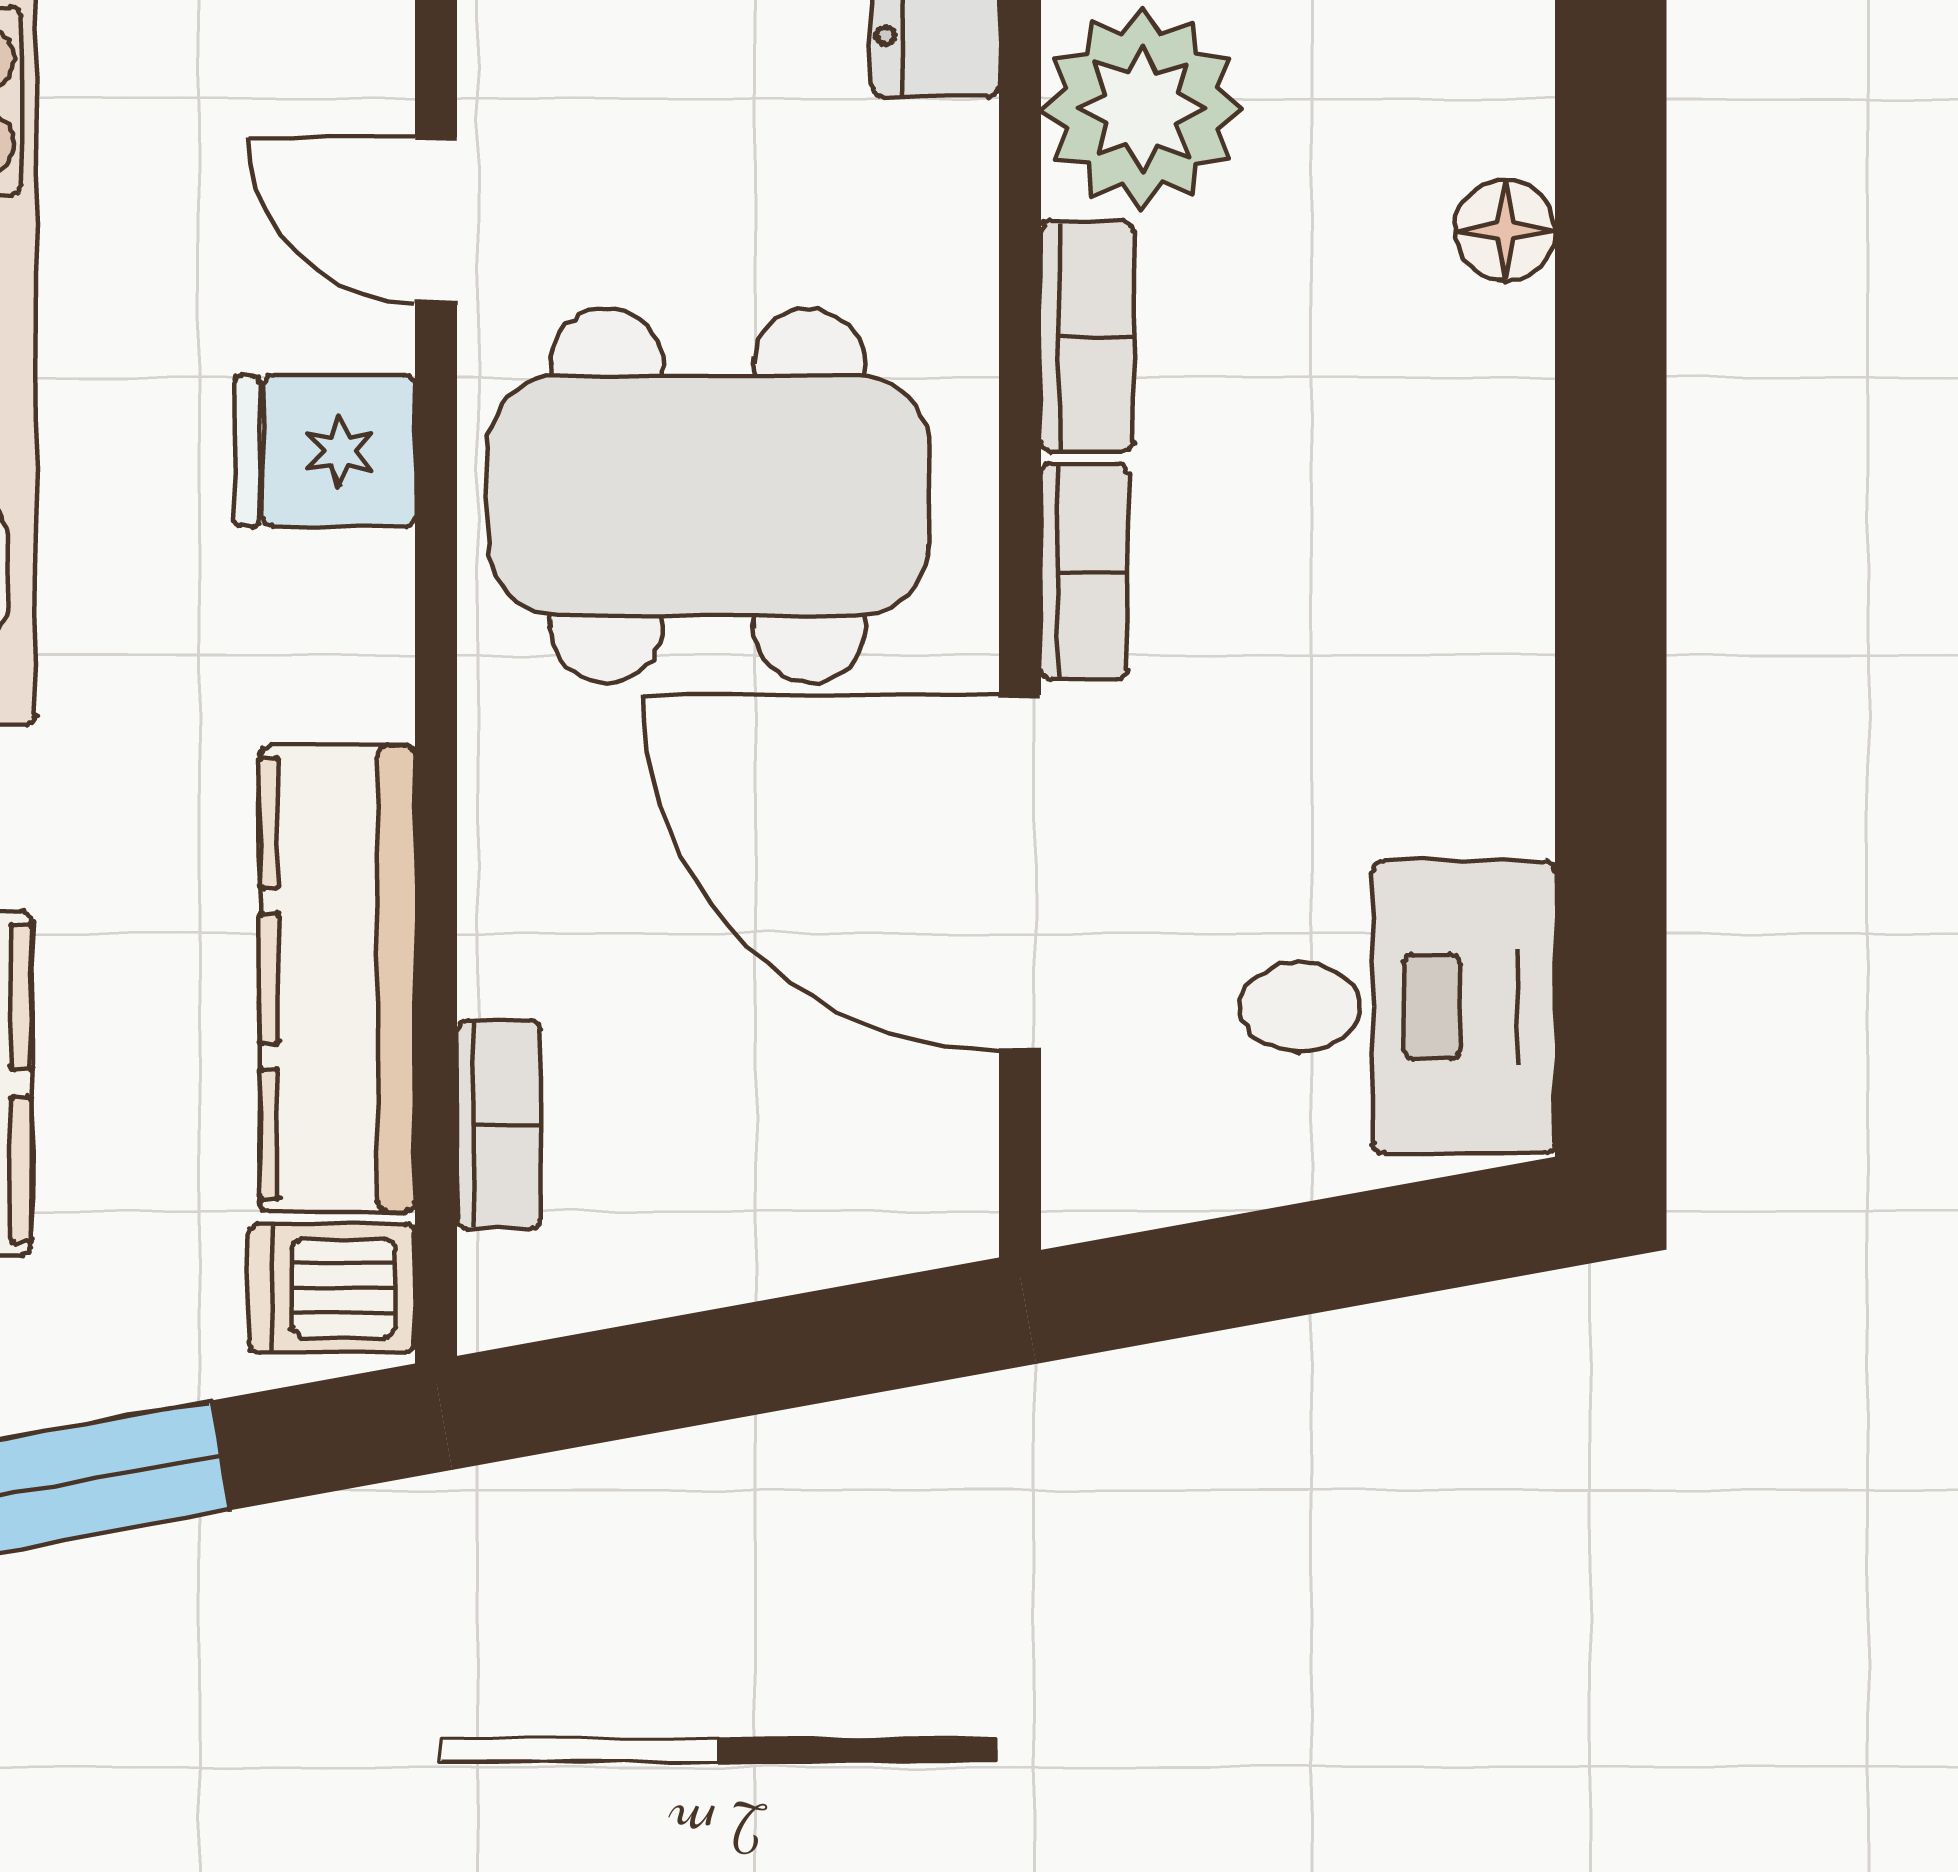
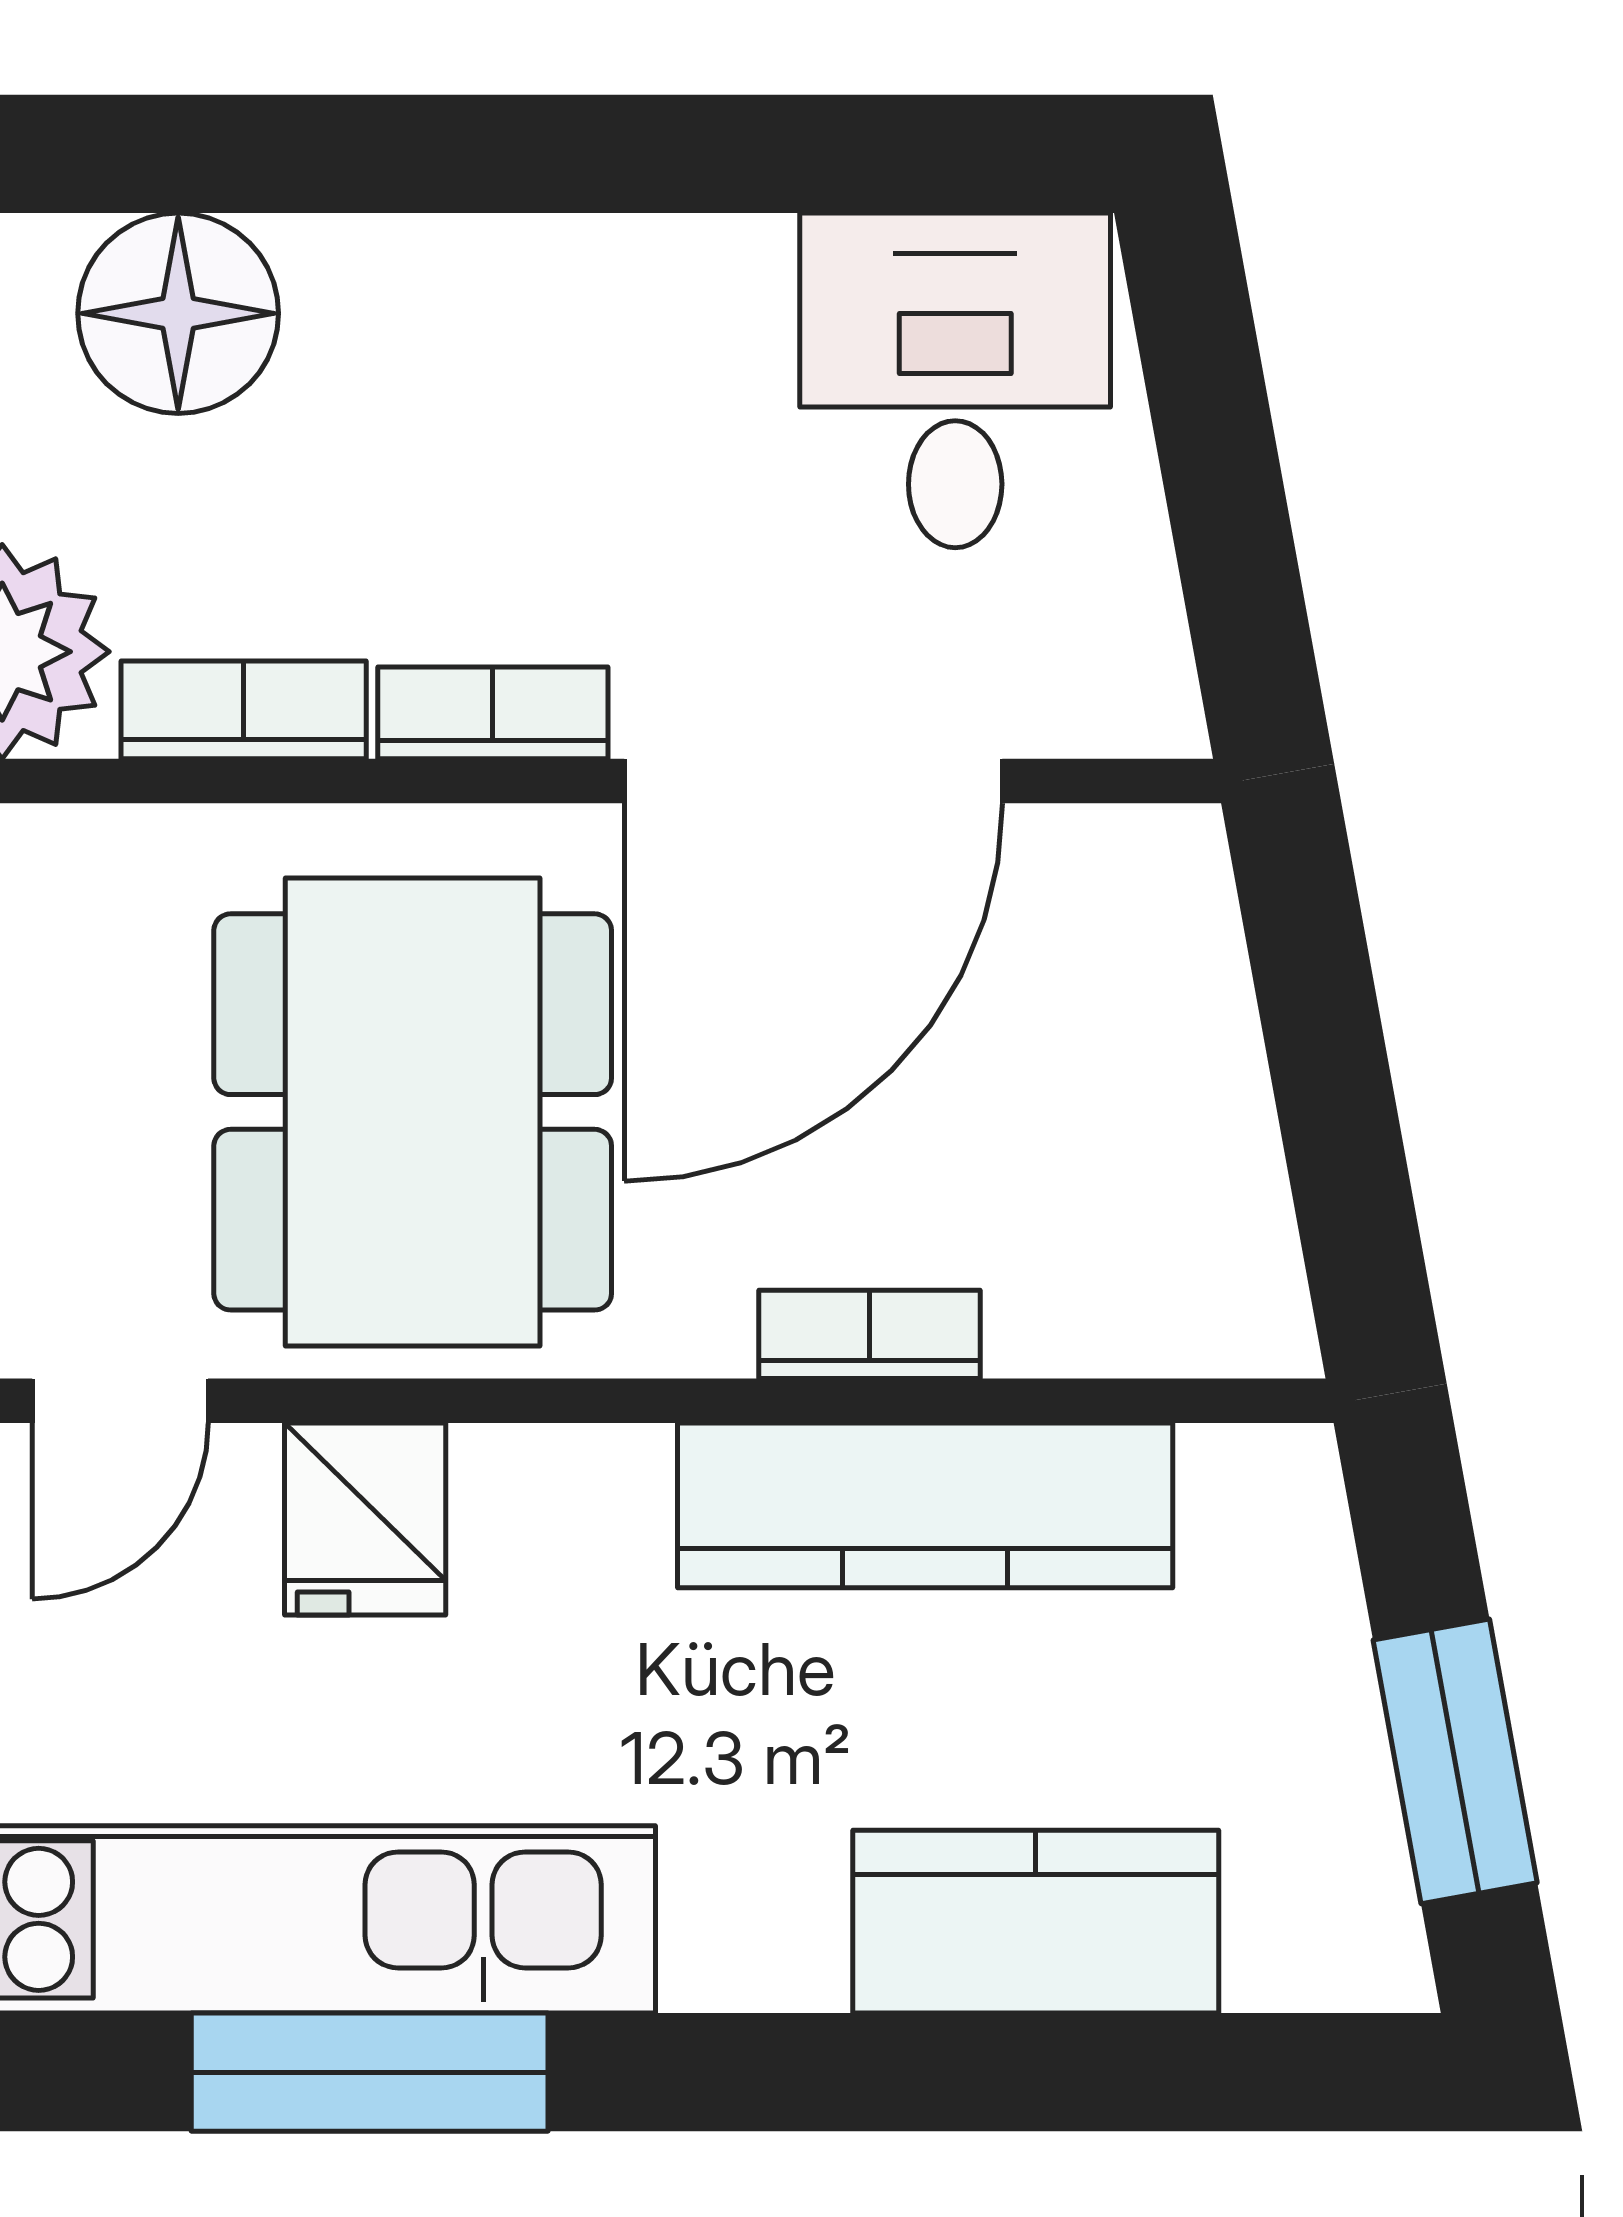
floor lamp: (1505, 230) -> (178, 313), width x1.89, depth x1.89
bookcase: (499, 1125) -> (870, 1334), moved
dishwasher: (332, 1288) -> (1253, 1511), removed

